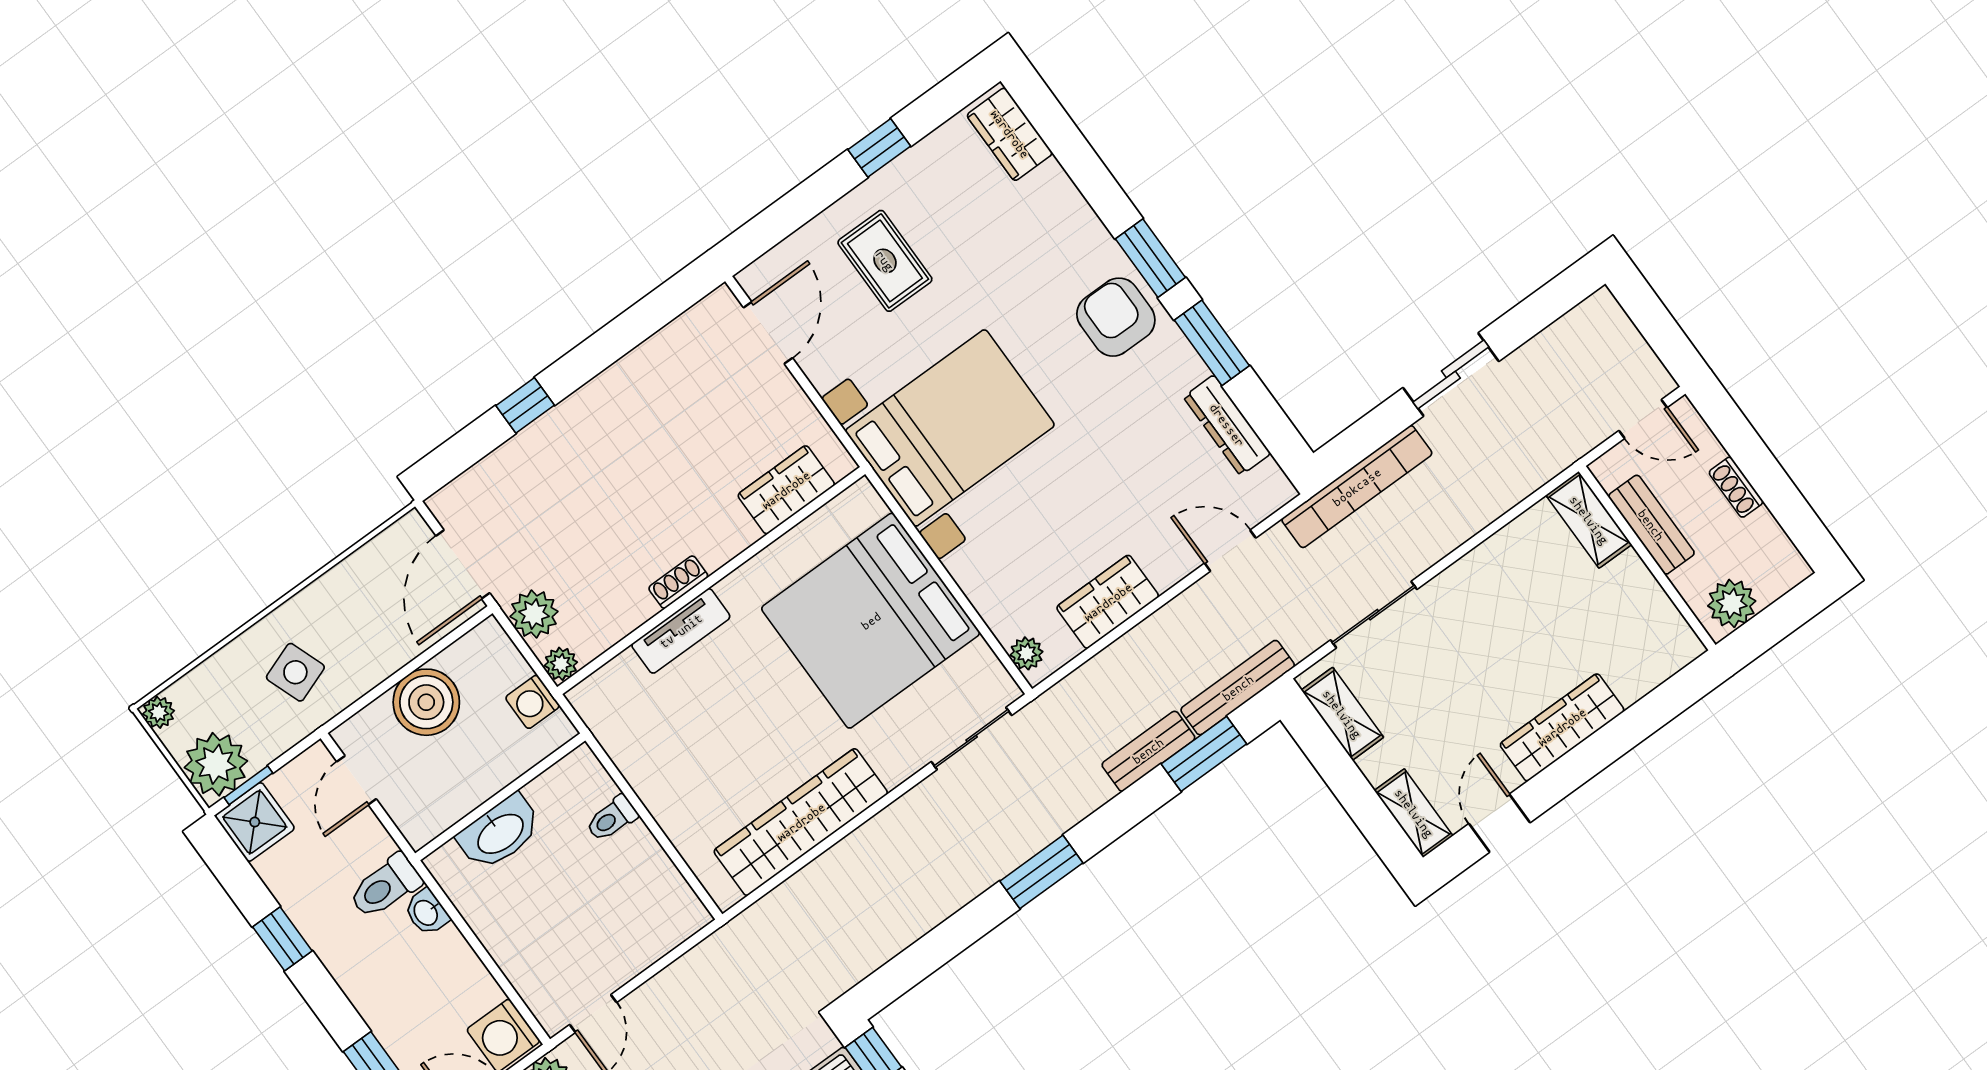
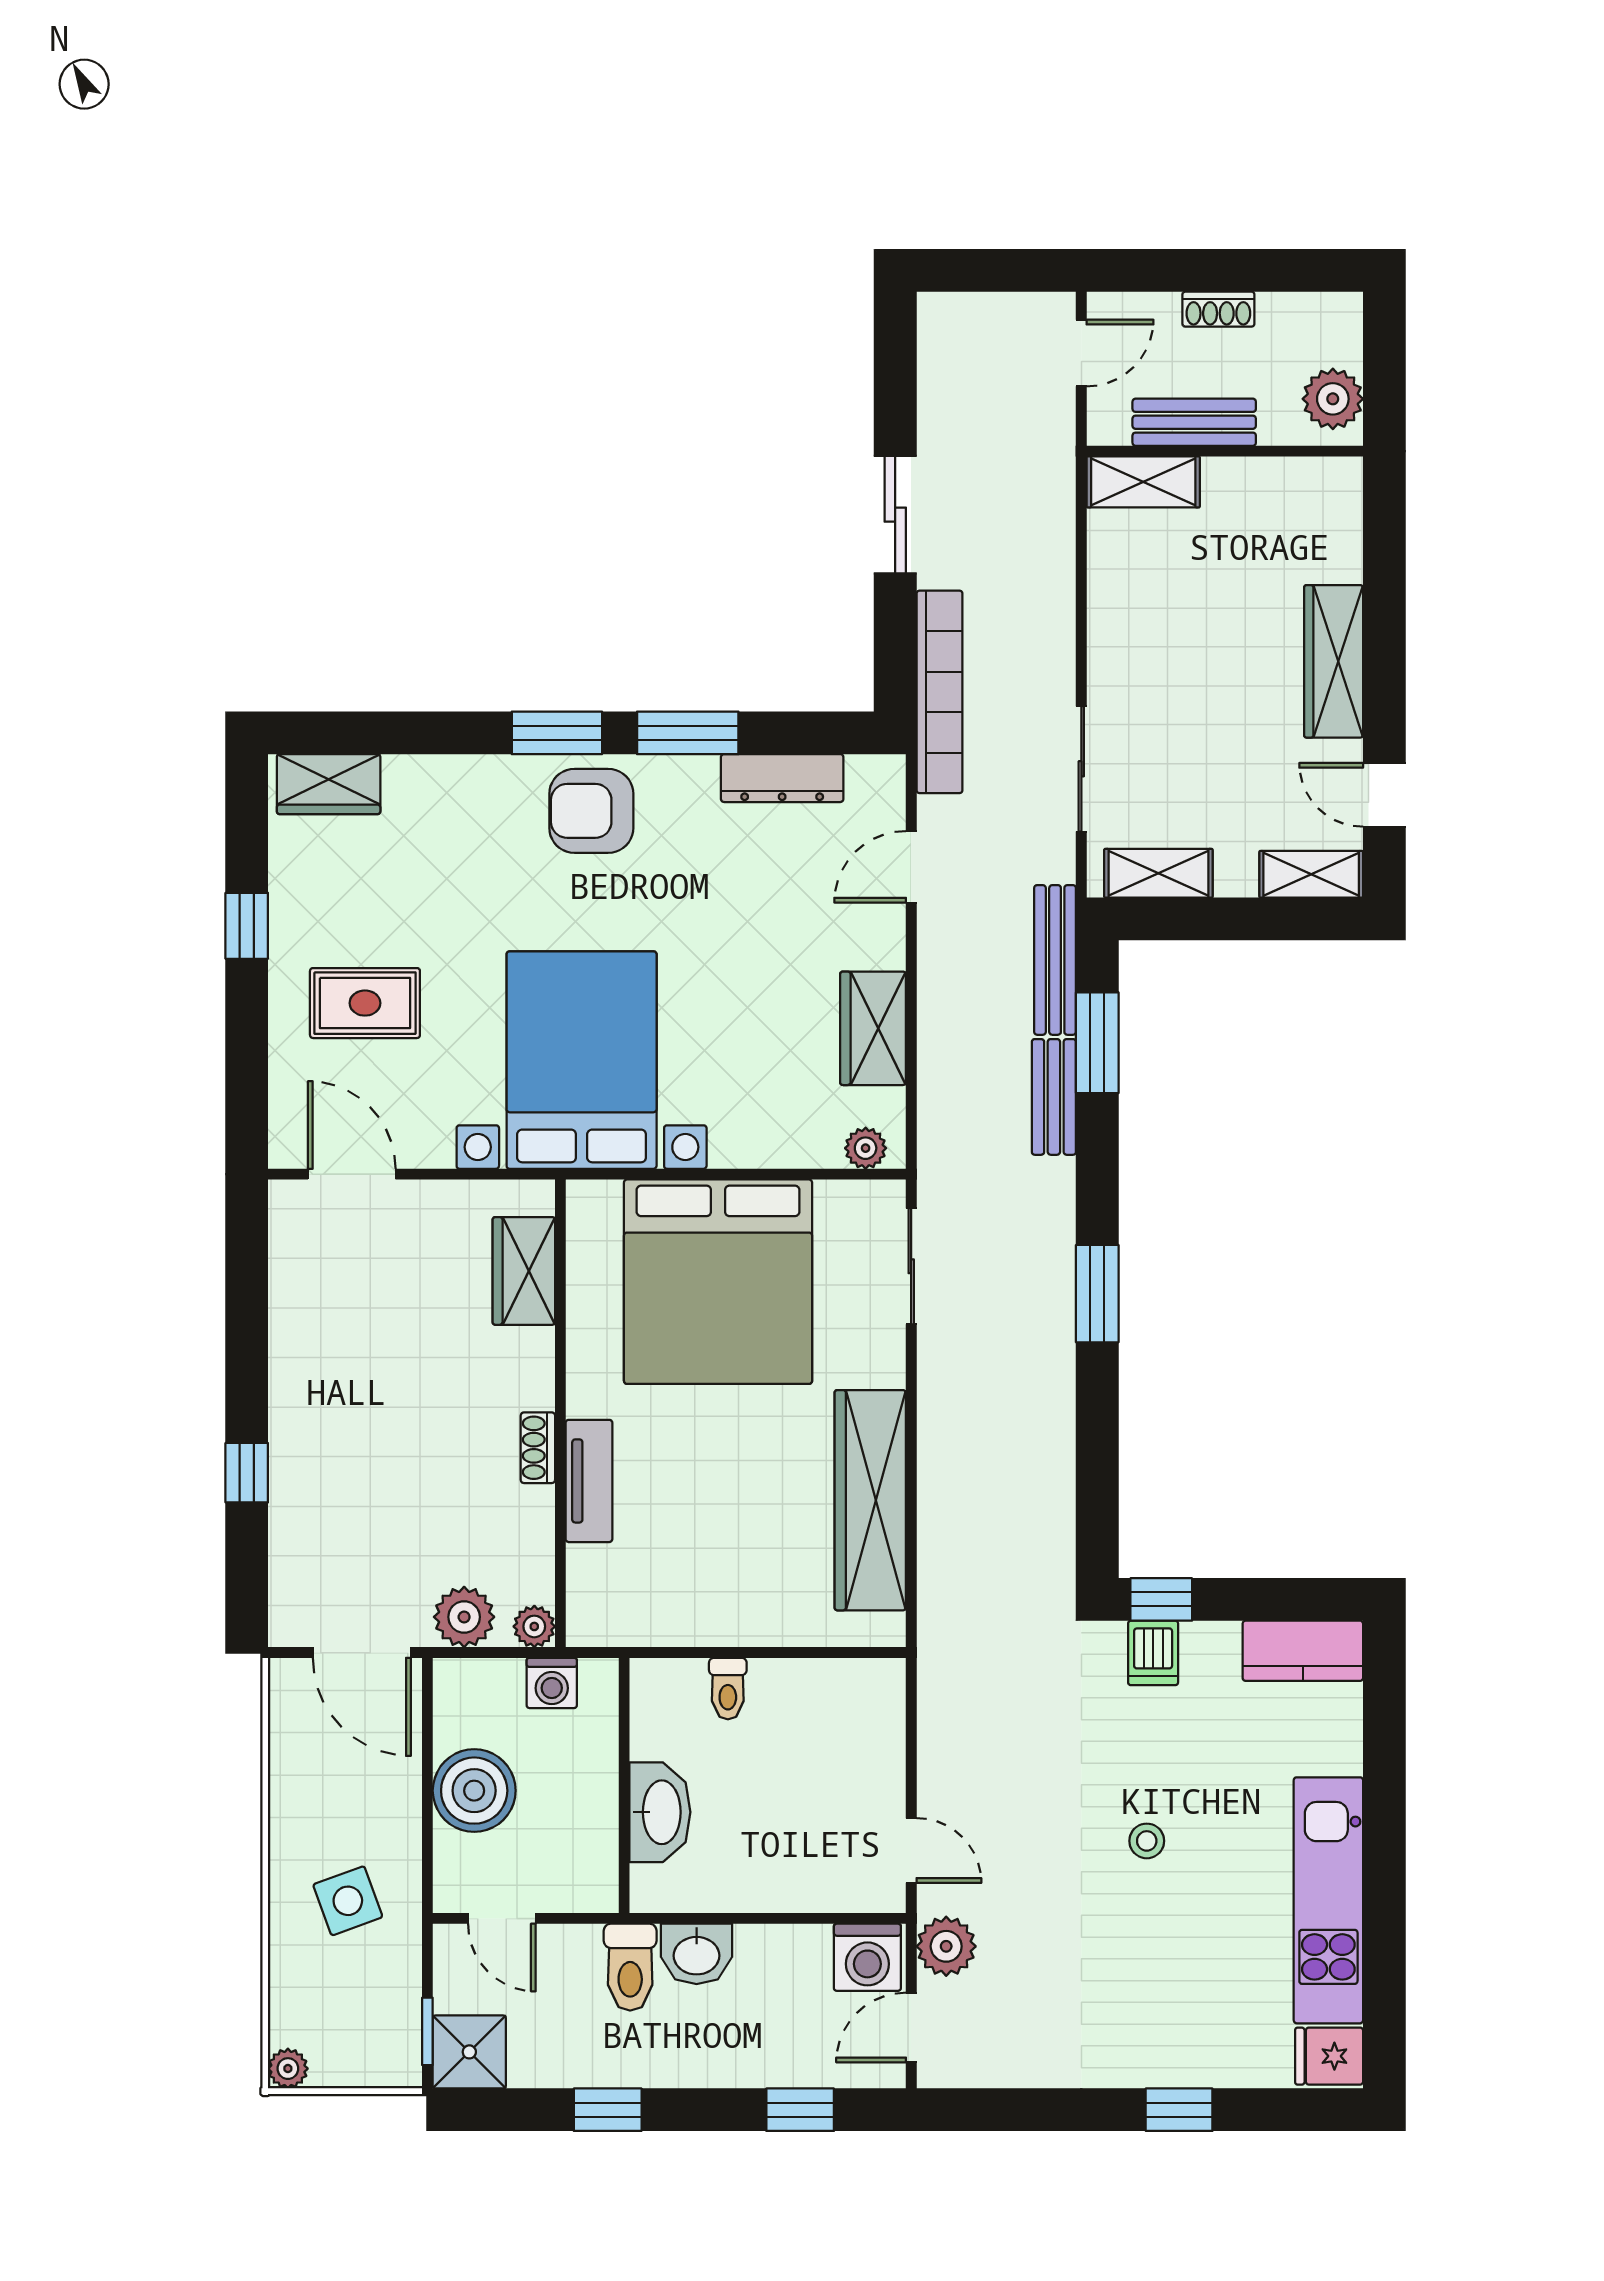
plant: (216, 764) -> (382, 2049), removed
washbasin: (427, 912) -> (697, 1954), width x1.38, depth x1.45

